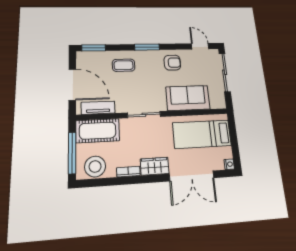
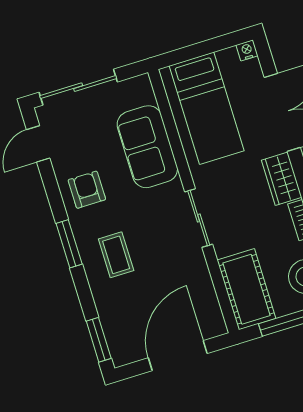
coffee table: (124, 65) -> (116, 255), moved
tv unit: (98, 108) -> (207, 300), removed

